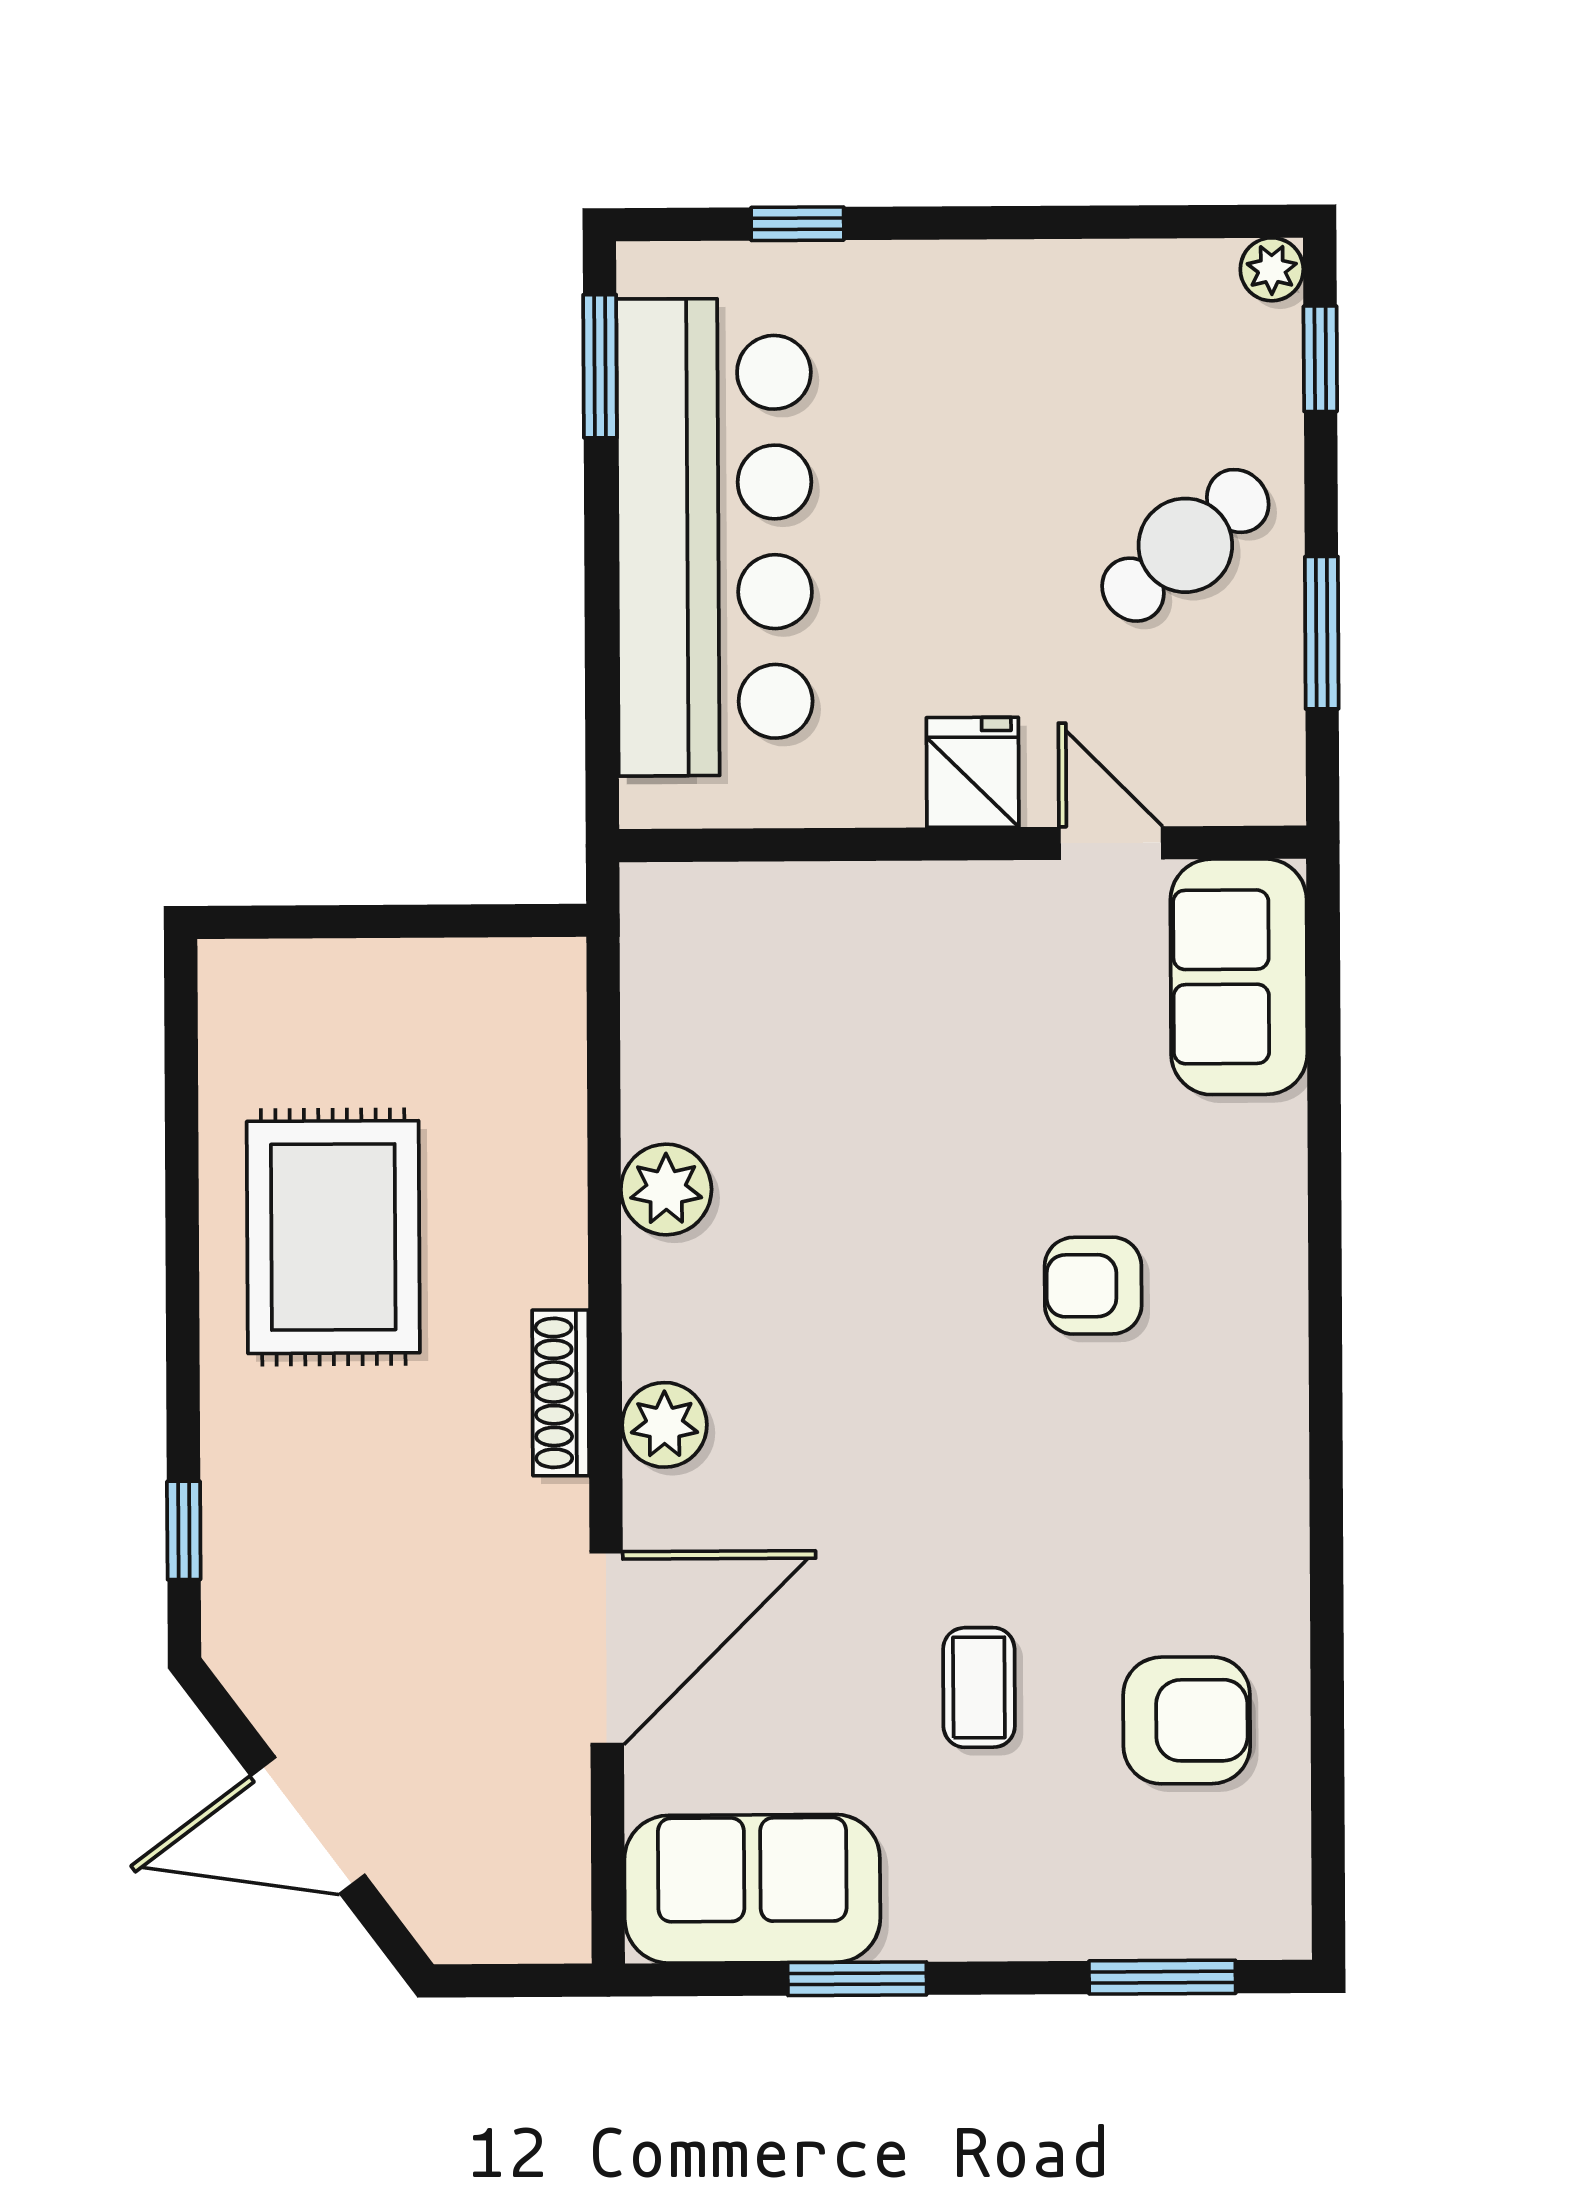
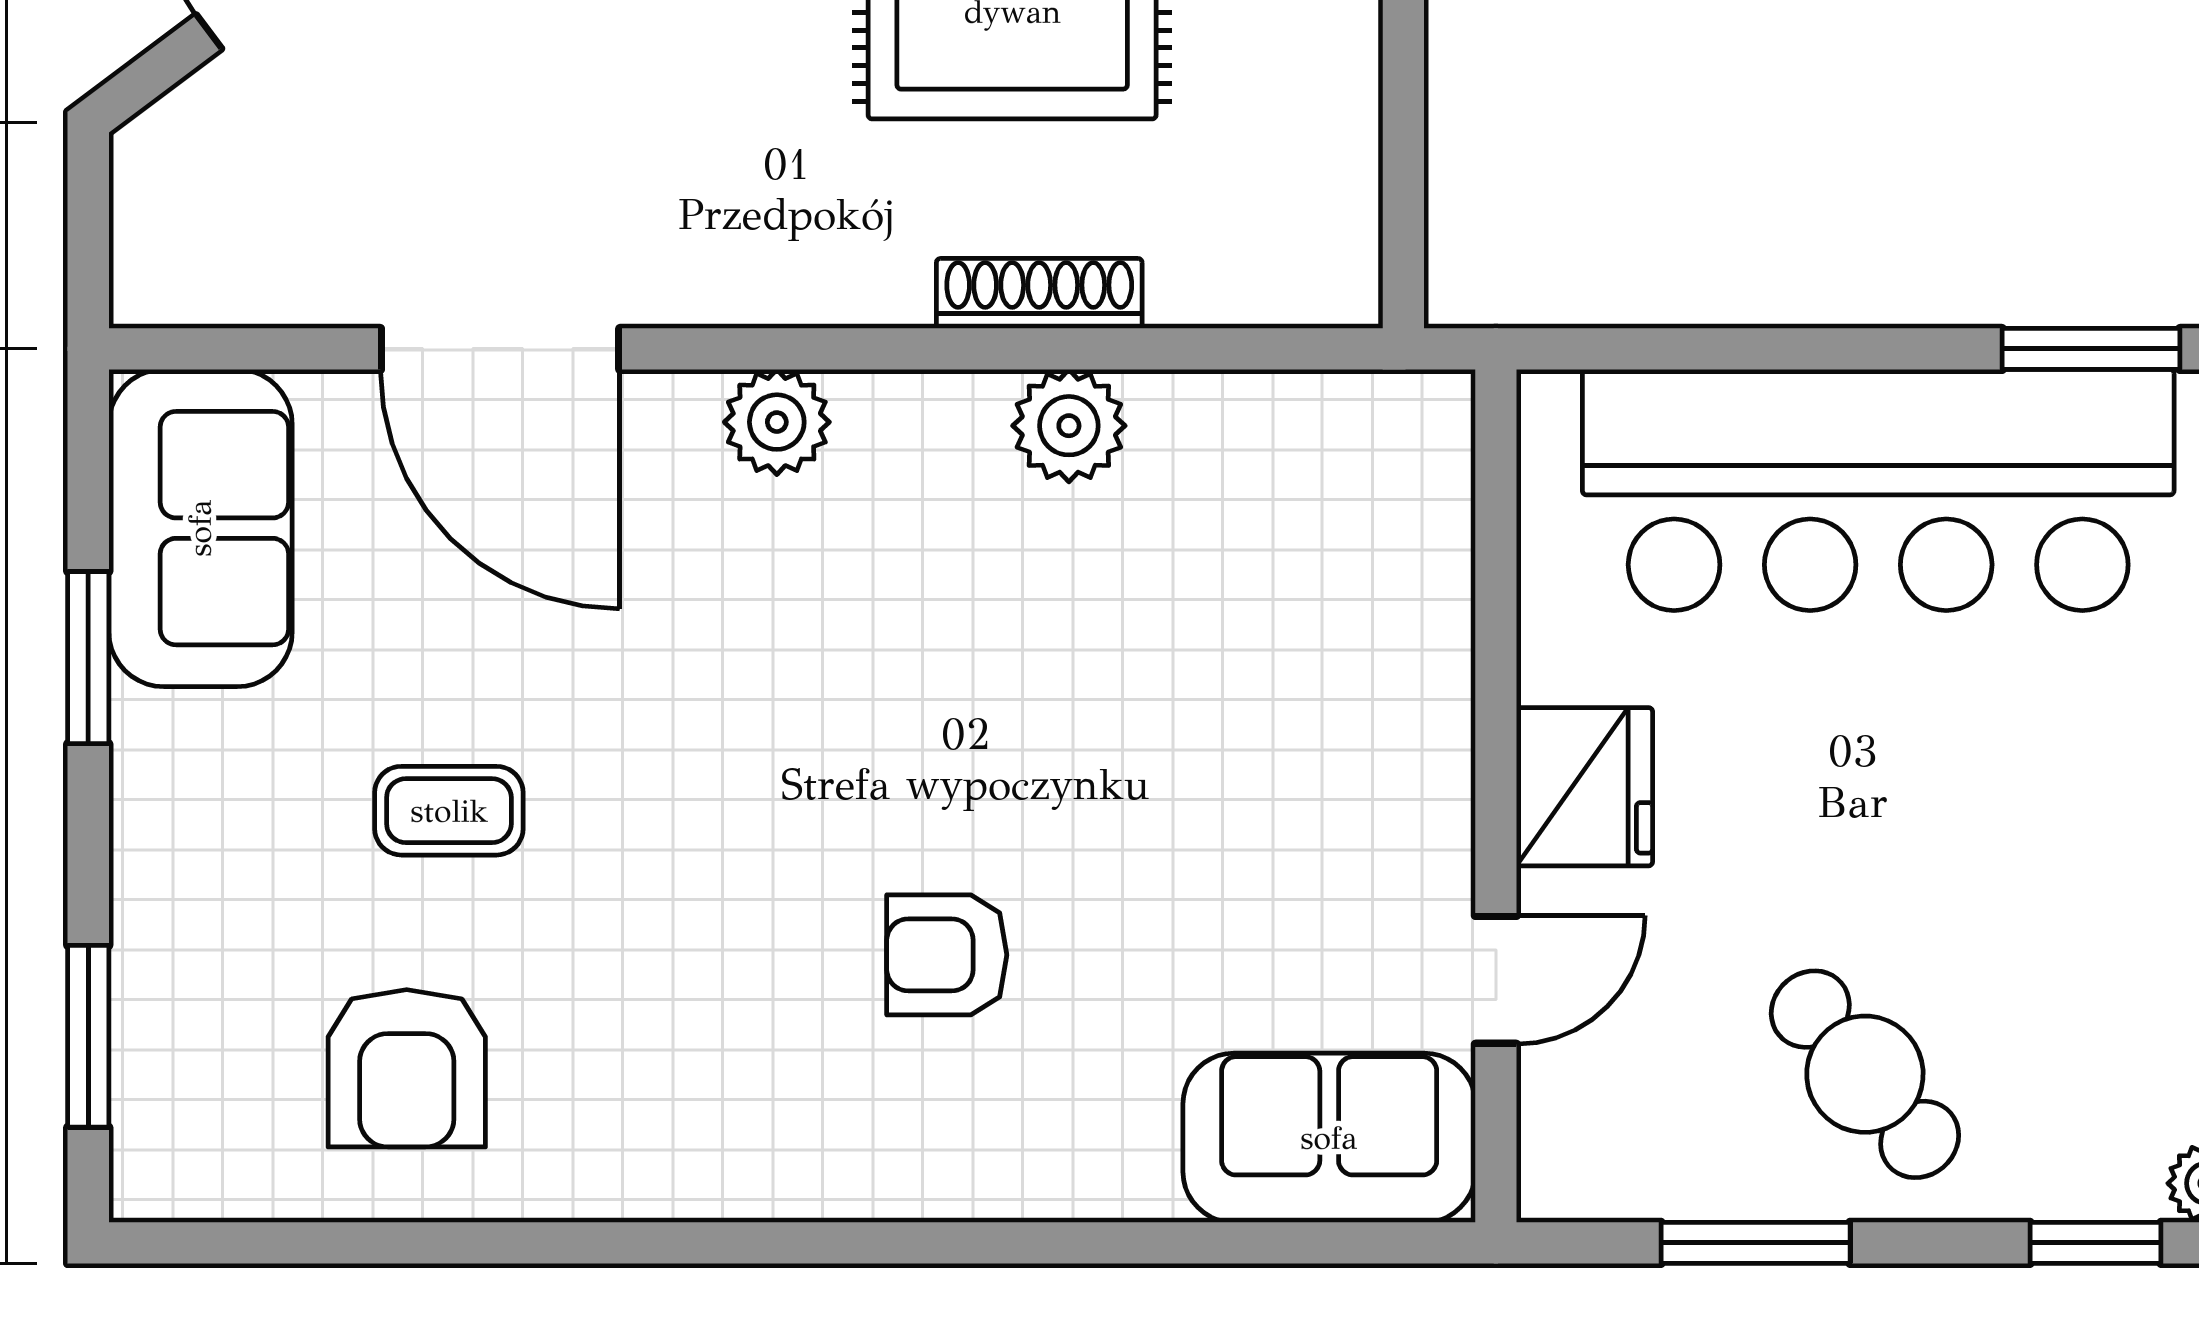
fridge: (973, 772) -> (1585, 787), width x1.38
armchair: (1093, 1286) -> (947, 955), turned -90
shoe rack: (561, 1393) -> (1039, 293), moved

